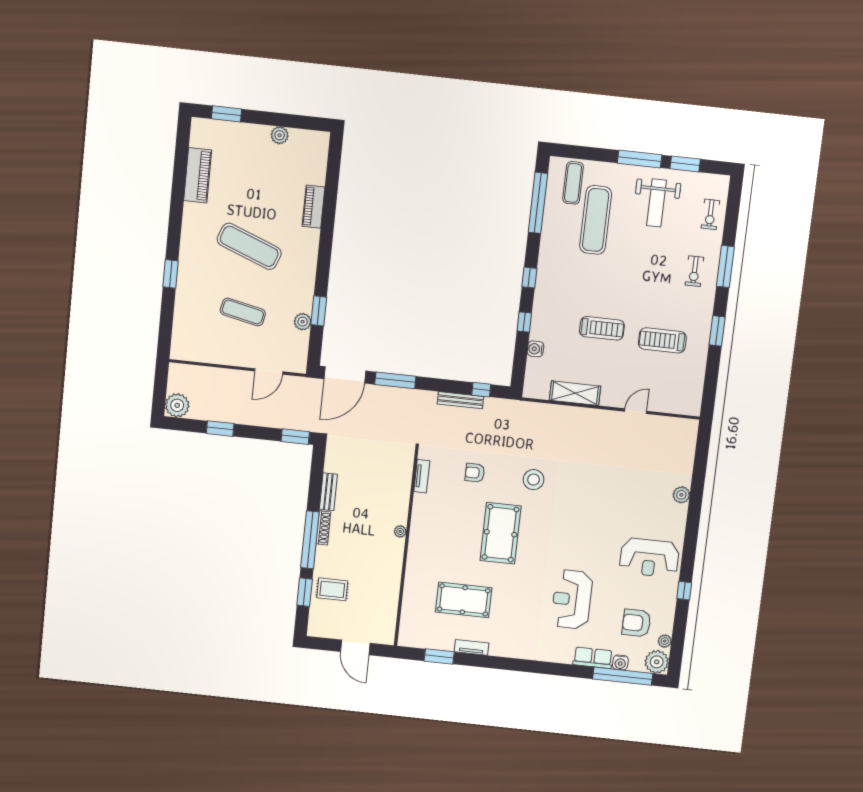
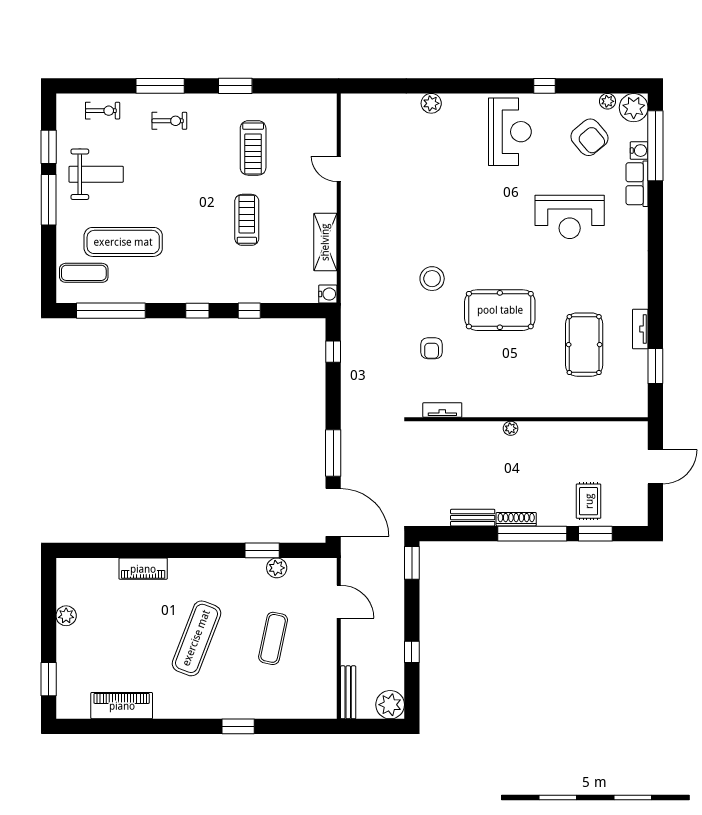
water cooler: (535, 349) -> (328, 294), moved, turned -90
bench: (460, 400) -> (348, 692), moved
window: (220, 429) -> (412, 652), width x0.67
armchair: (636, 623) -> (589, 137), turned -40

